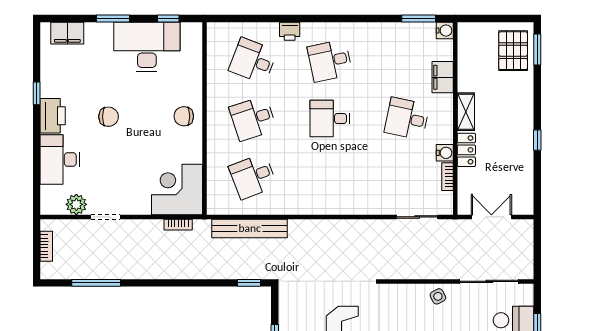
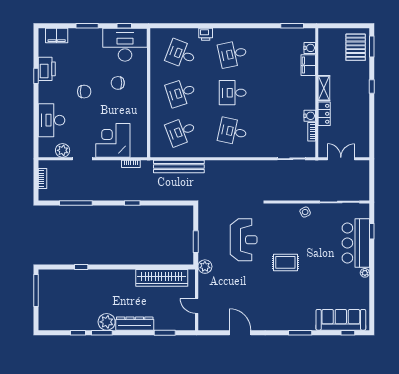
water cooler: (445, 31) -> (310, 48), moved
desk: (147, 47) -> (125, 45), moved
printer: (53, 116) -> (47, 69), moved
chair: (184, 116) -> (118, 83), moved
desk: (407, 118) -> (233, 131), moved
window: (537, 140) -> (372, 87), moved
corner desk: (177, 189) -> (113, 140), moved
window: (249, 283) -> (132, 203), moved

